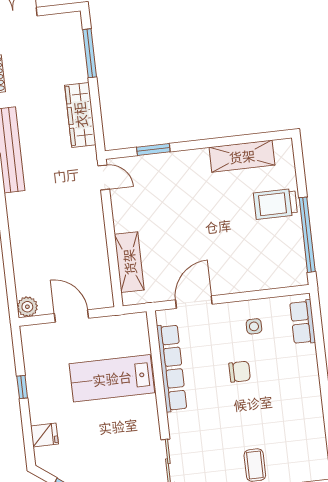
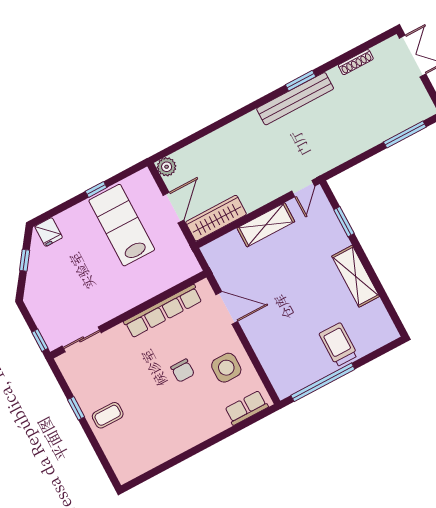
wardrobe: (80, 115) -> (216, 218), moved
shelving: (242, 156) -> (356, 276), moved
shelving: (129, 262) -> (266, 225), moved
side table: (254, 326) -> (226, 368), width x1.87, depth x1.87
lab bench: (112, 378) -> (122, 225), moved
fridge: (44, 435) -> (49, 232), moved

